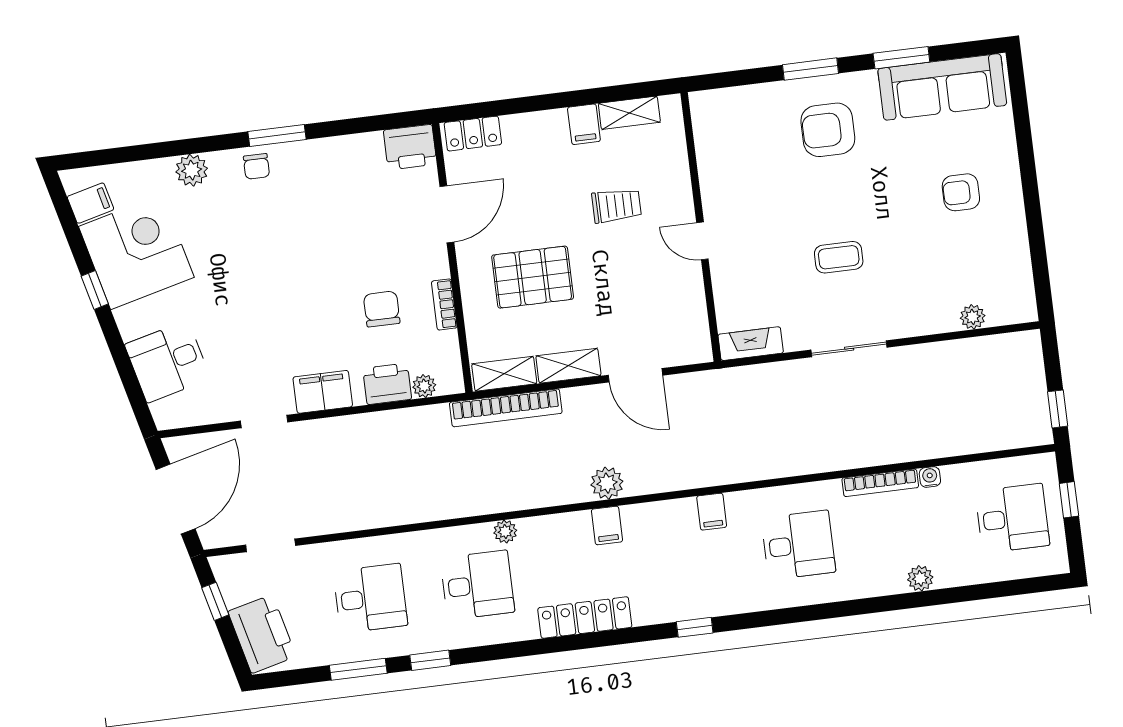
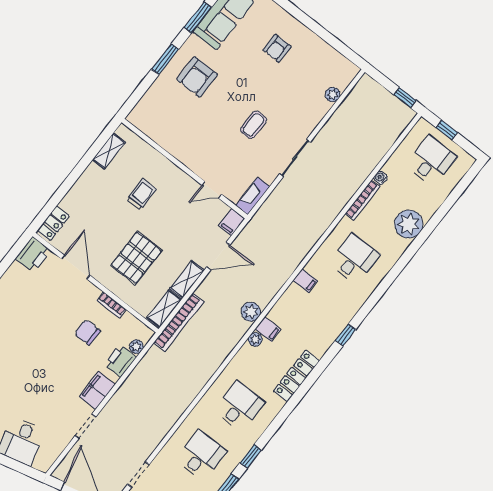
filing cabinet: (584, 124) -> (232, 222), moved, turned 90
door: (702, 241) -> (212, 190), moved
plant: (505, 532) -> (255, 339), moved
plant: (920, 578) -> (409, 224), width x1.87, depth x1.87

